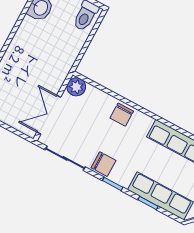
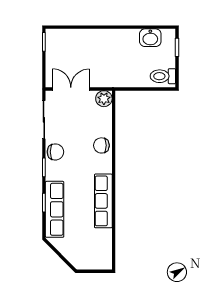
chair: (103, 164) -> (55, 152), turned -90

